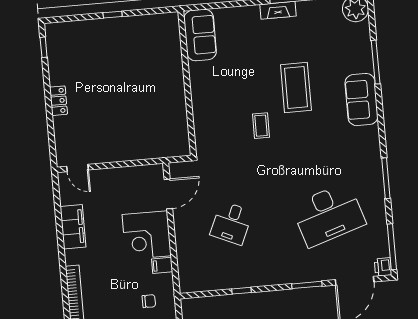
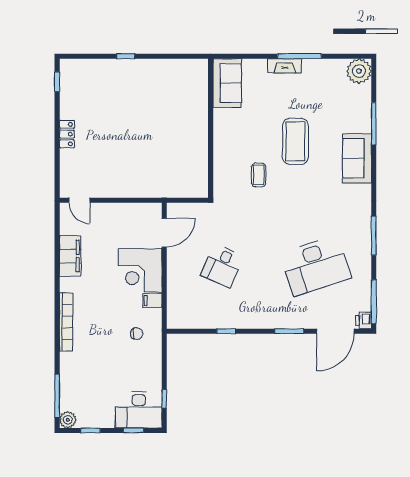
sofa: (200, 35) -> (227, 83), moved
wall: (187, 83) -> (211, 128), moved

